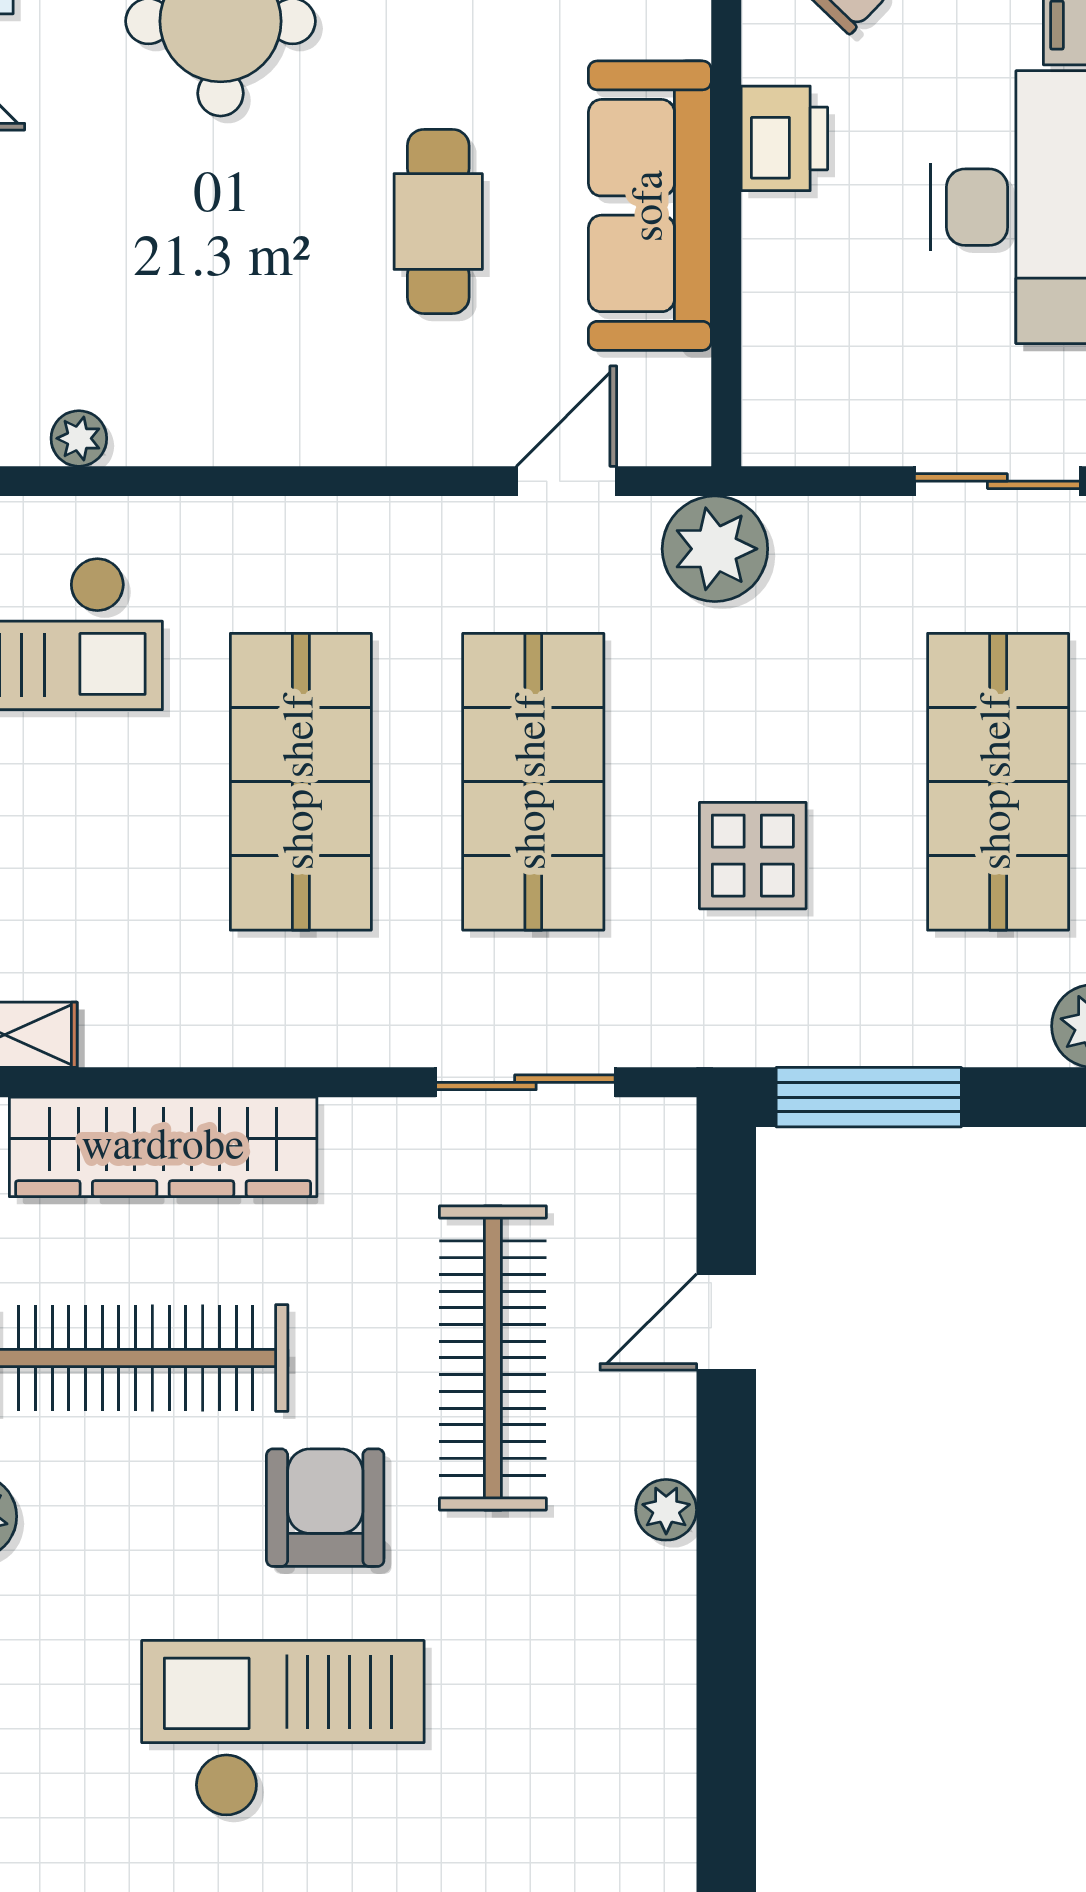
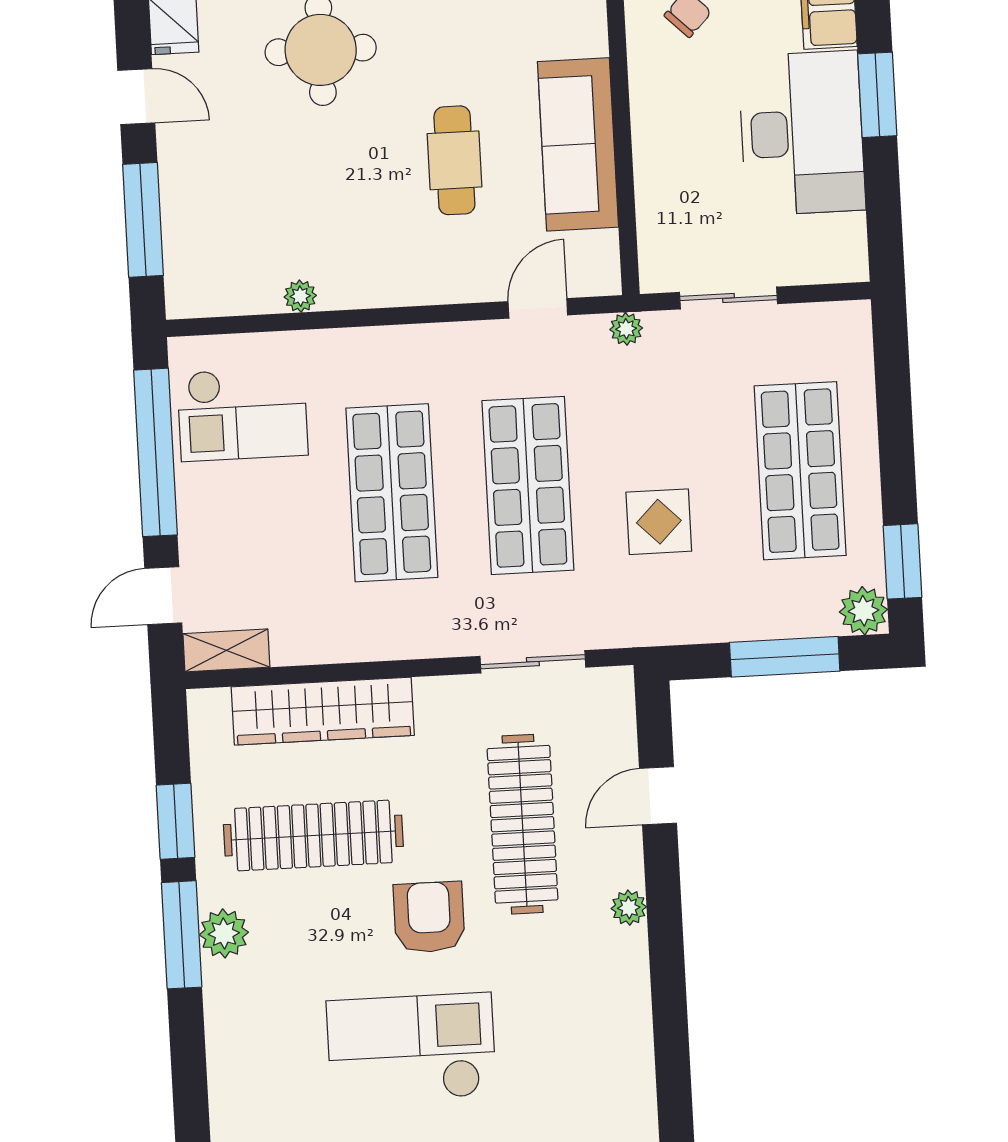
printer: (784, 138) -> (655, 101), removed
plant: (79, 438) -> (300, 296), moved
sliding door: (997, 481) -> (729, 298), moved
plant: (715, 549) -> (626, 329), width x0.53, depth x0.53
window: (869, 1097) -> (785, 657), moved

